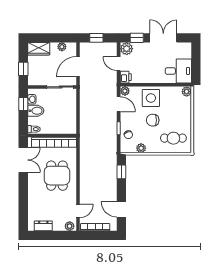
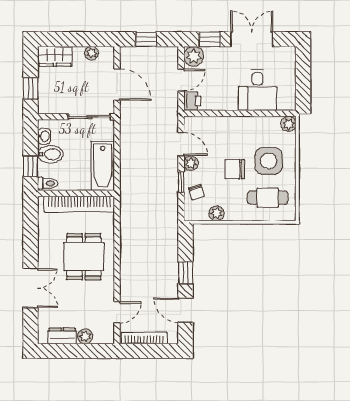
door: (119, 64) -> (181, 80), swing flipped
door: (78, 67) -> (117, 85), swing flipped
desk: (178, 71) -> (257, 90), moved, turned 90
plant: (125, 91) -> (191, 163), moved
side table: (151, 98) -> (269, 161), moved
window: (23, 104) -> (31, 166), moved
bathtub: (69, 118) -> (103, 166), added
double door: (23, 160) -> (31, 288), moved
window: (121, 172) -> (186, 273), moved
plant: (70, 226) -> (85, 336), moved

